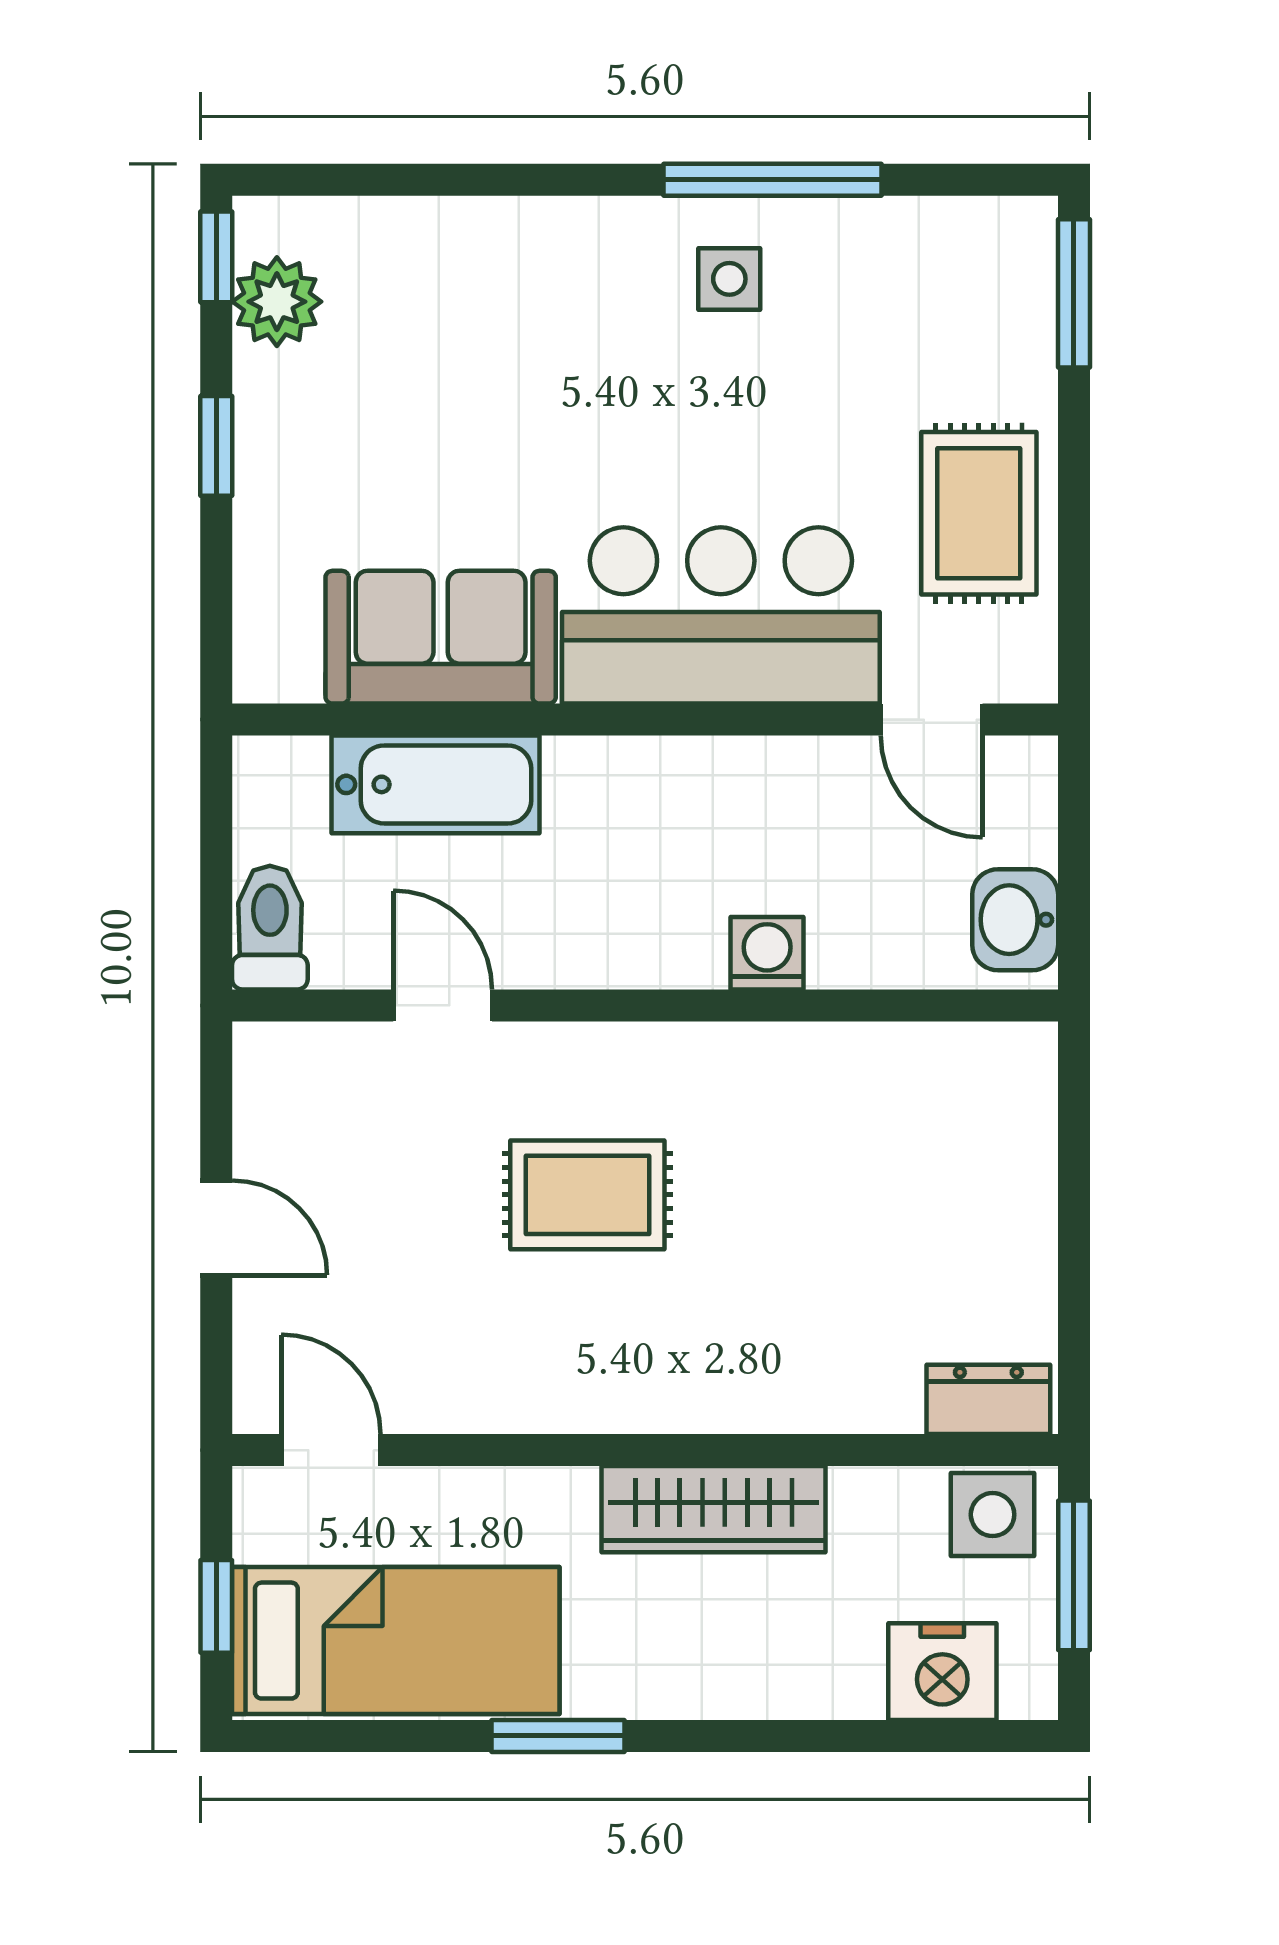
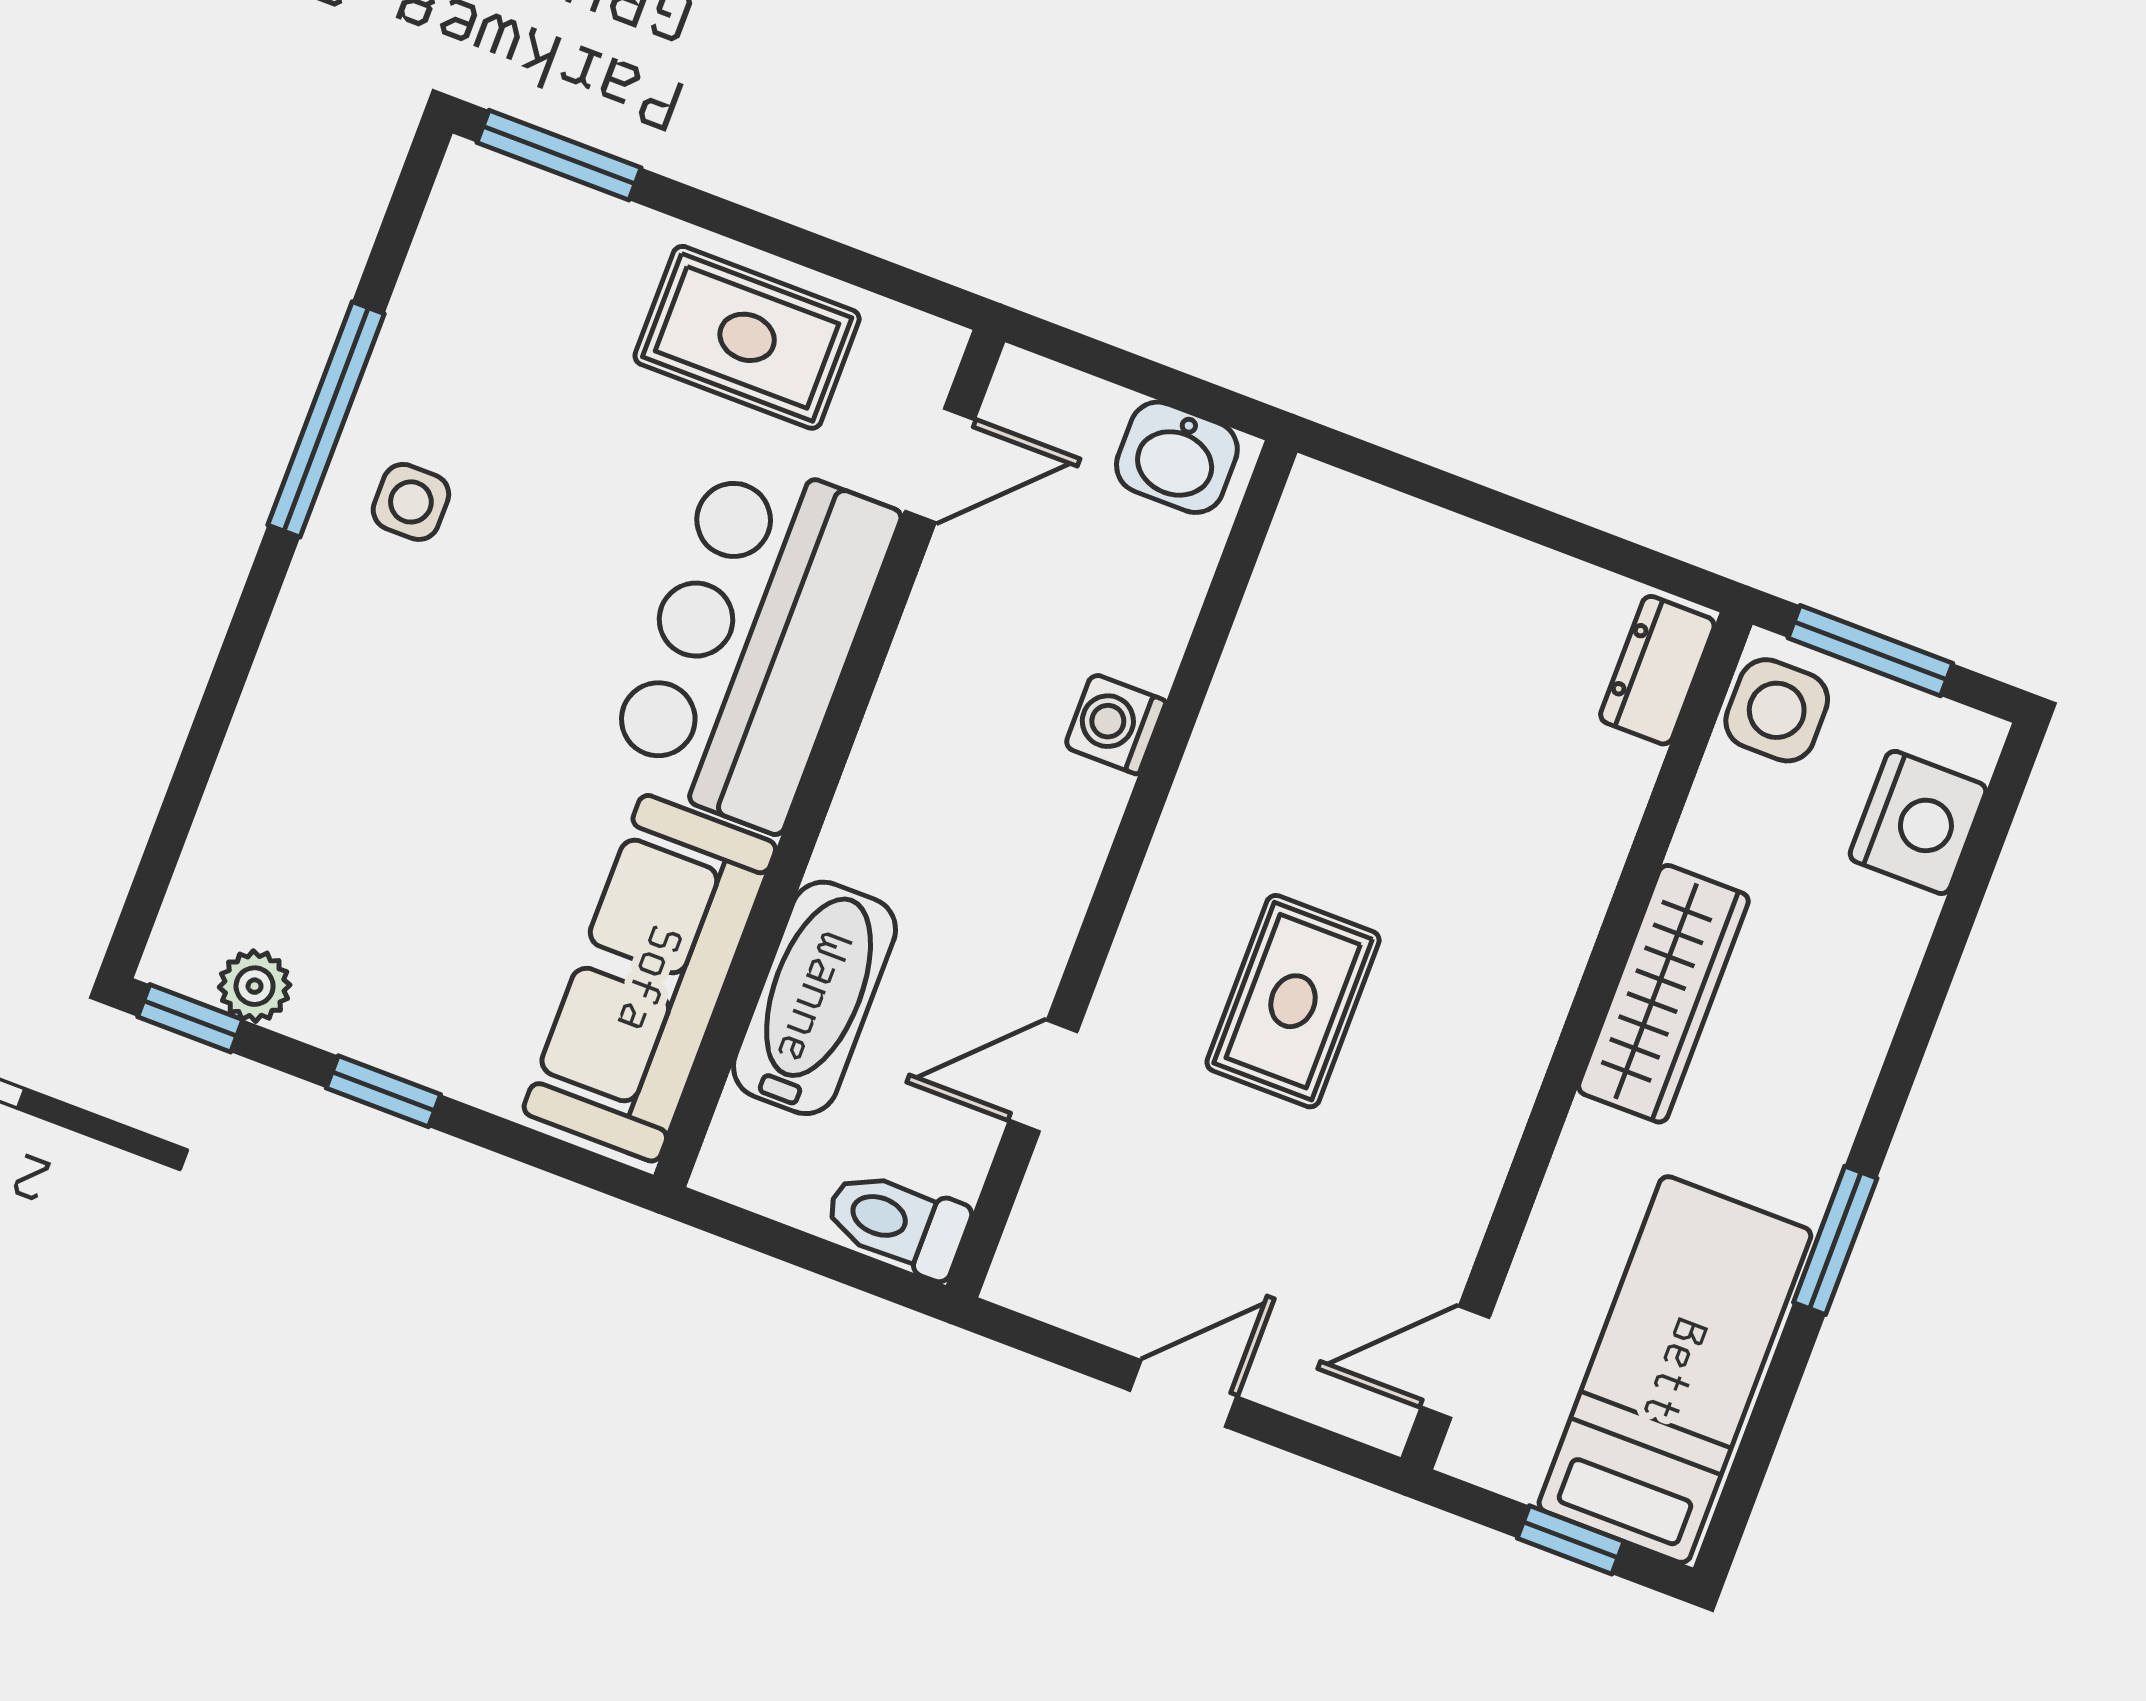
plant: (277, 302) -> (255, 986), width x0.73, depth x0.73
sofa: (441, 637) -> (650, 978), width x1.36

